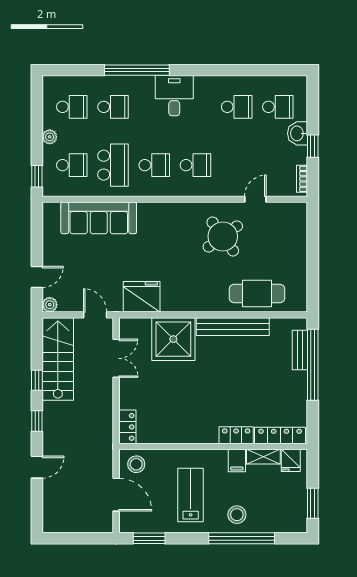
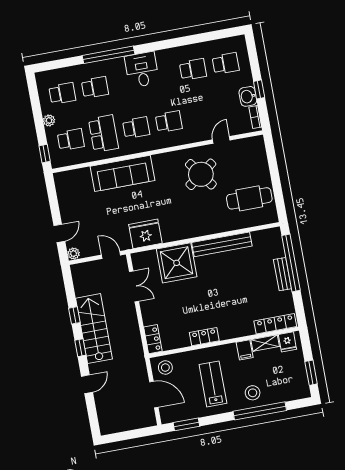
washbasin: (297, 133) -> (248, 96), moved
sofa: (99, 218) -> (123, 173), moved
cafe table: (257, 293) -> (249, 198), moved
bench: (300, 350) -> (282, 274), moved
stairs: (58, 359) -> (94, 329), moved
locker: (236, 435) -> (204, 337), moved

